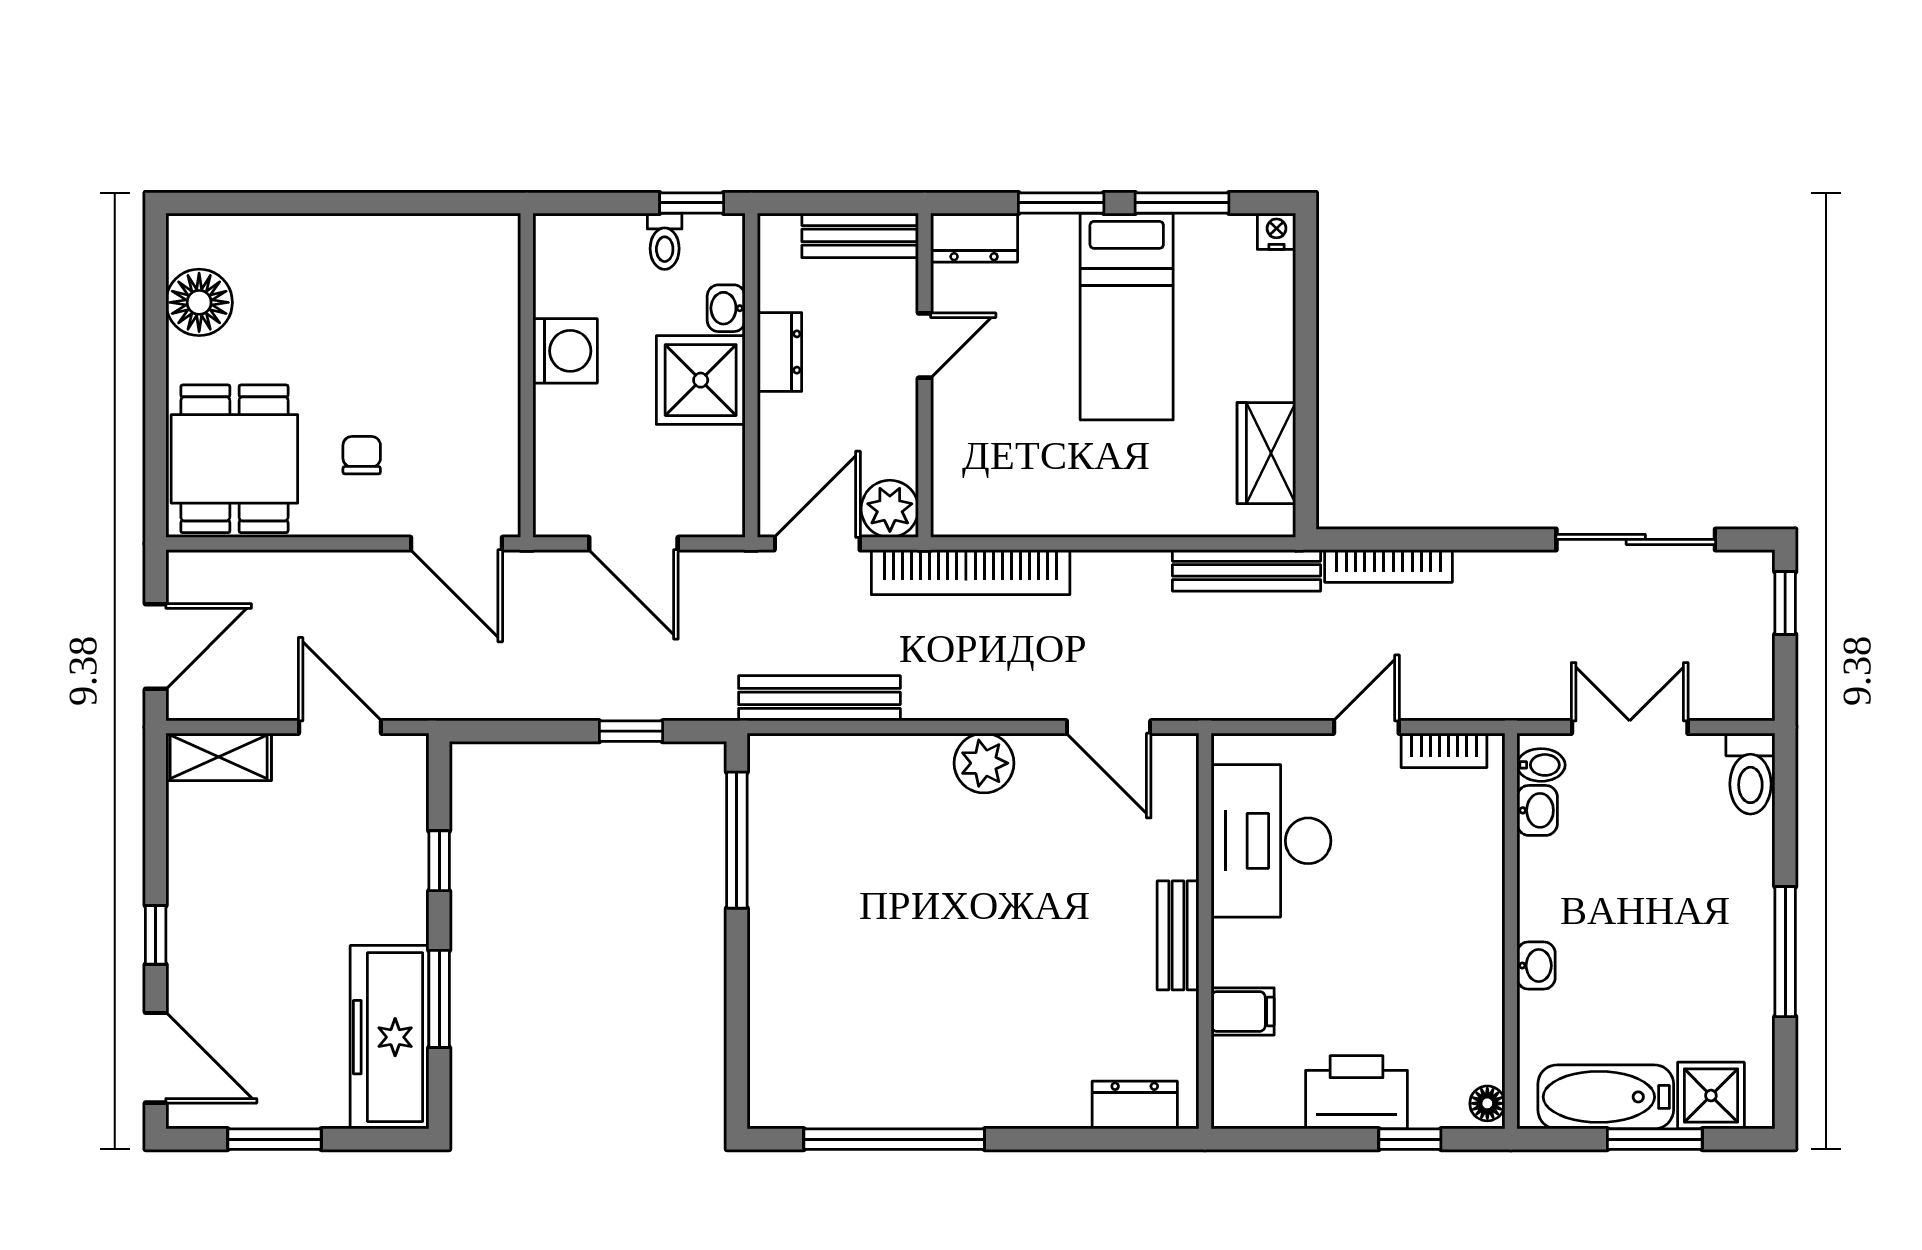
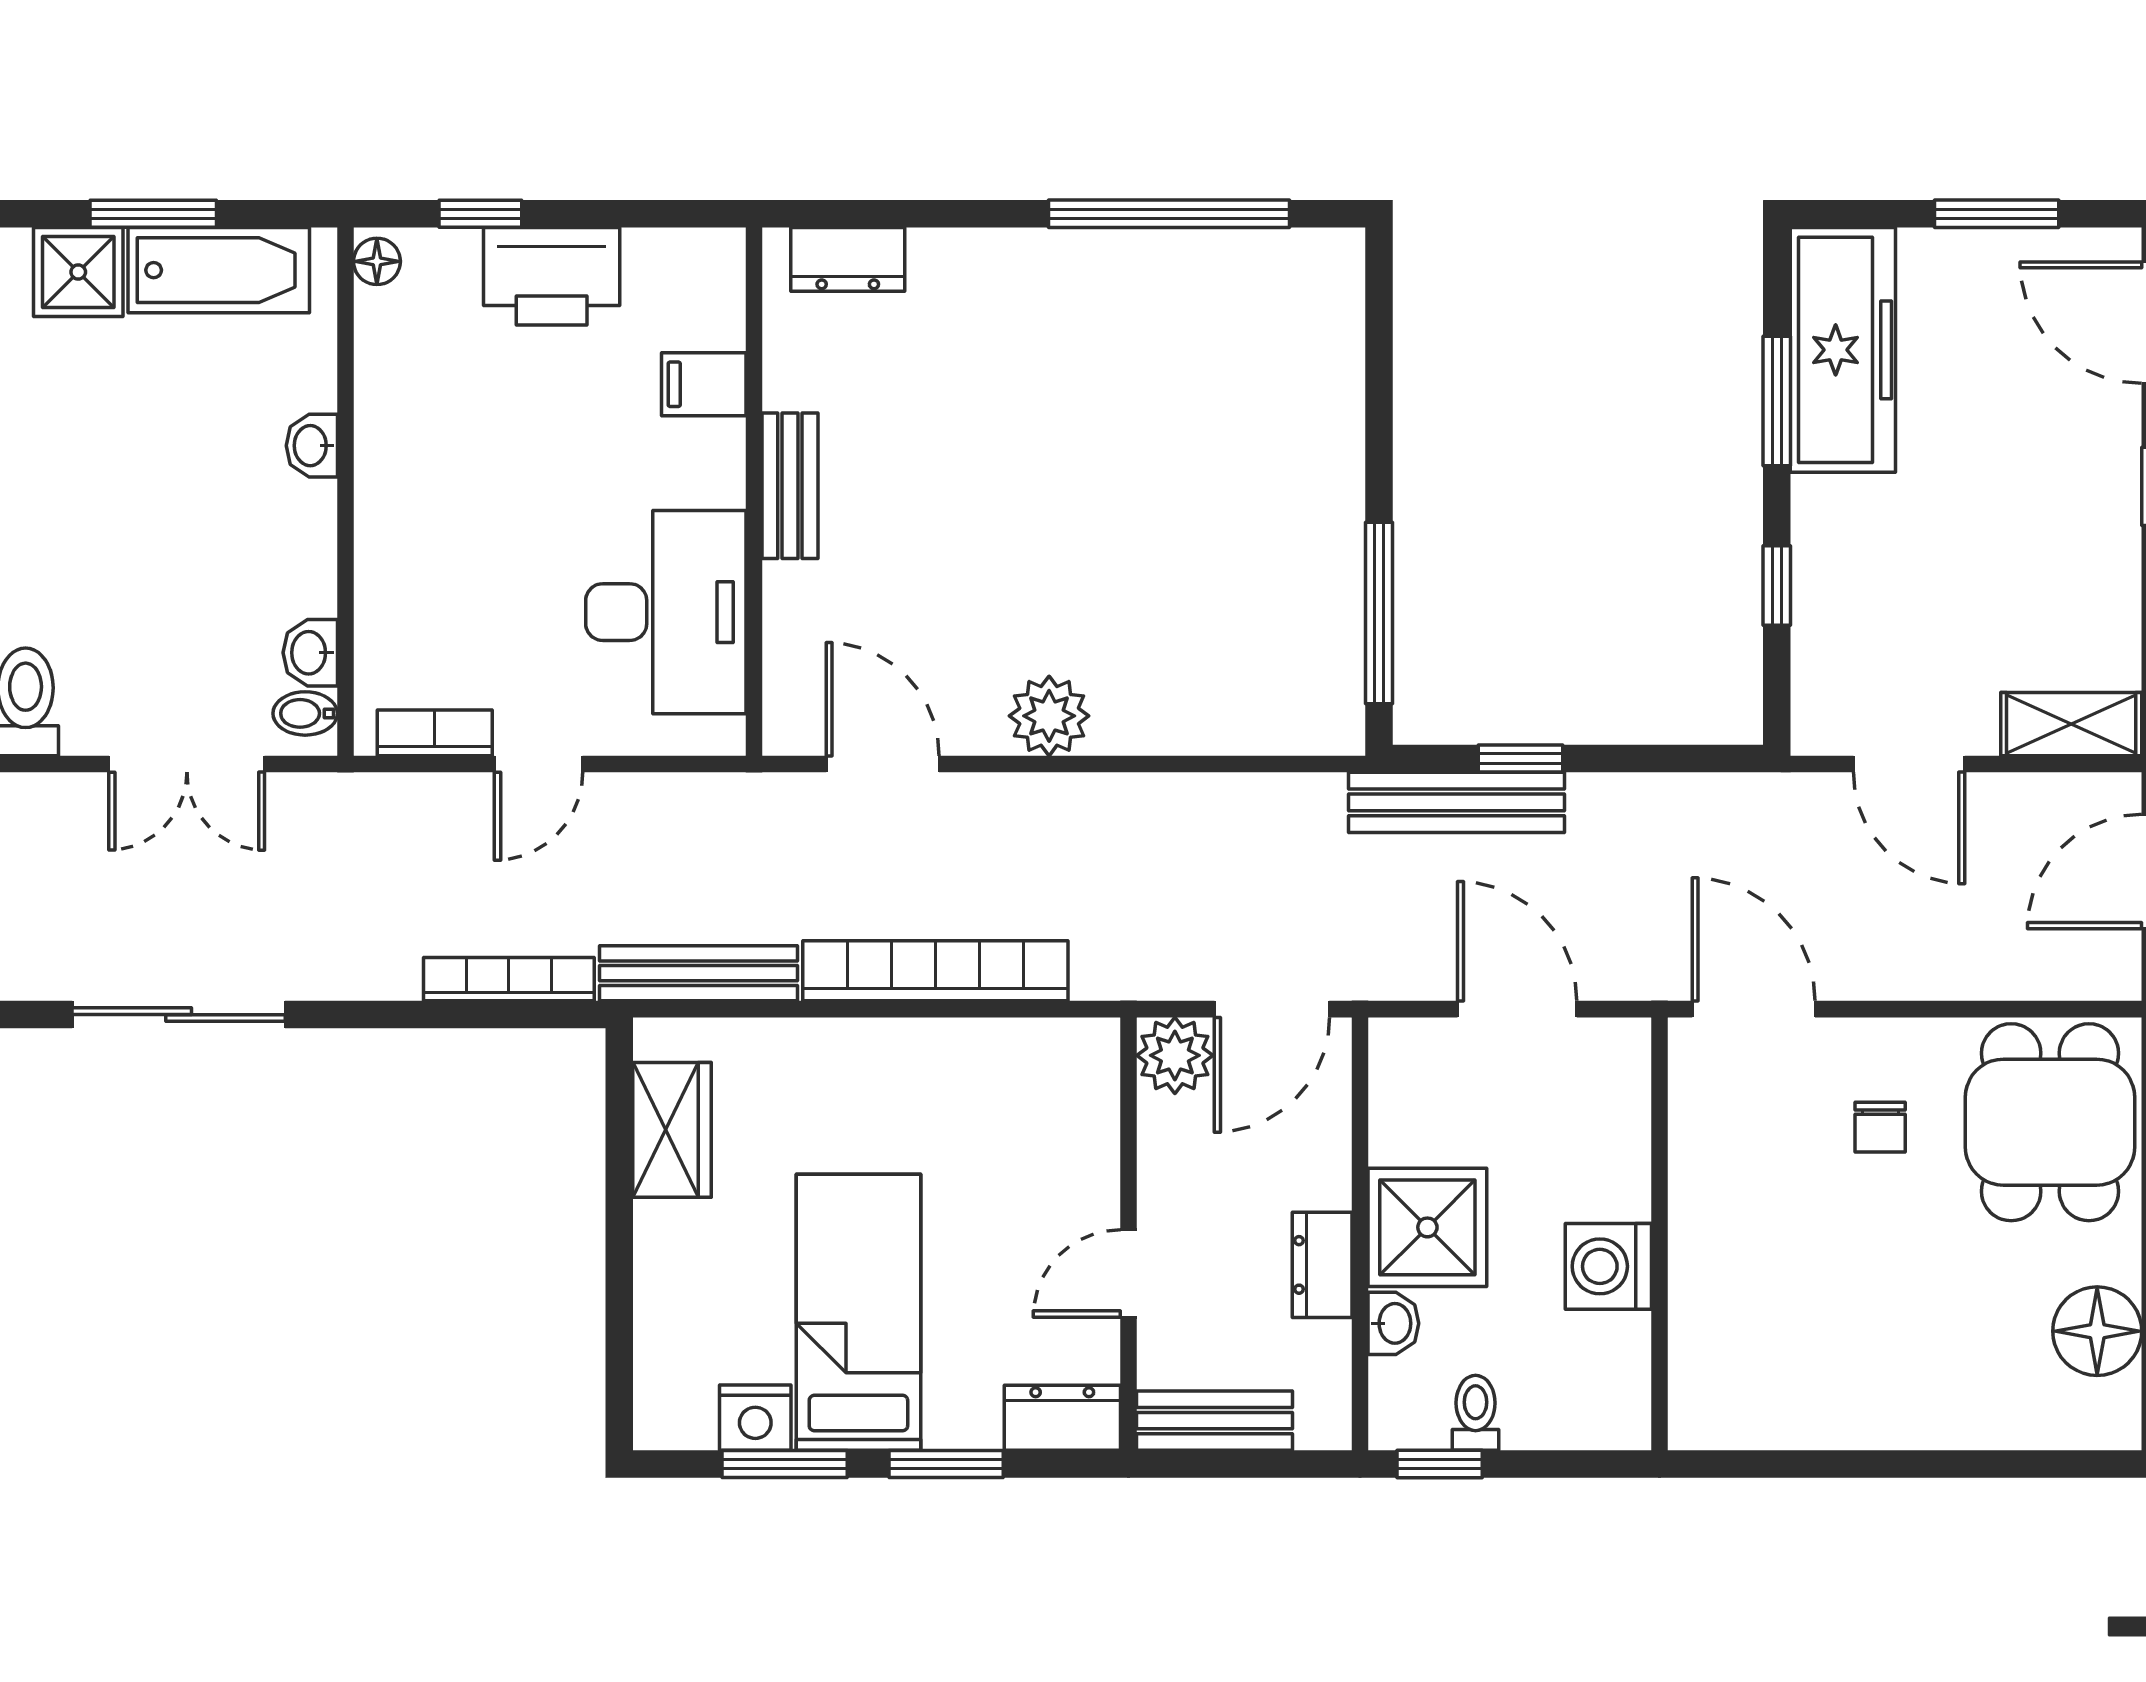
nightstand: (1277, 231) -> (755, 1418), moved, width x1.39, depth x1.35
bookcase: (971, 572) -> (935, 971), moved
bench: (819, 698) -> (1456, 802), moved

